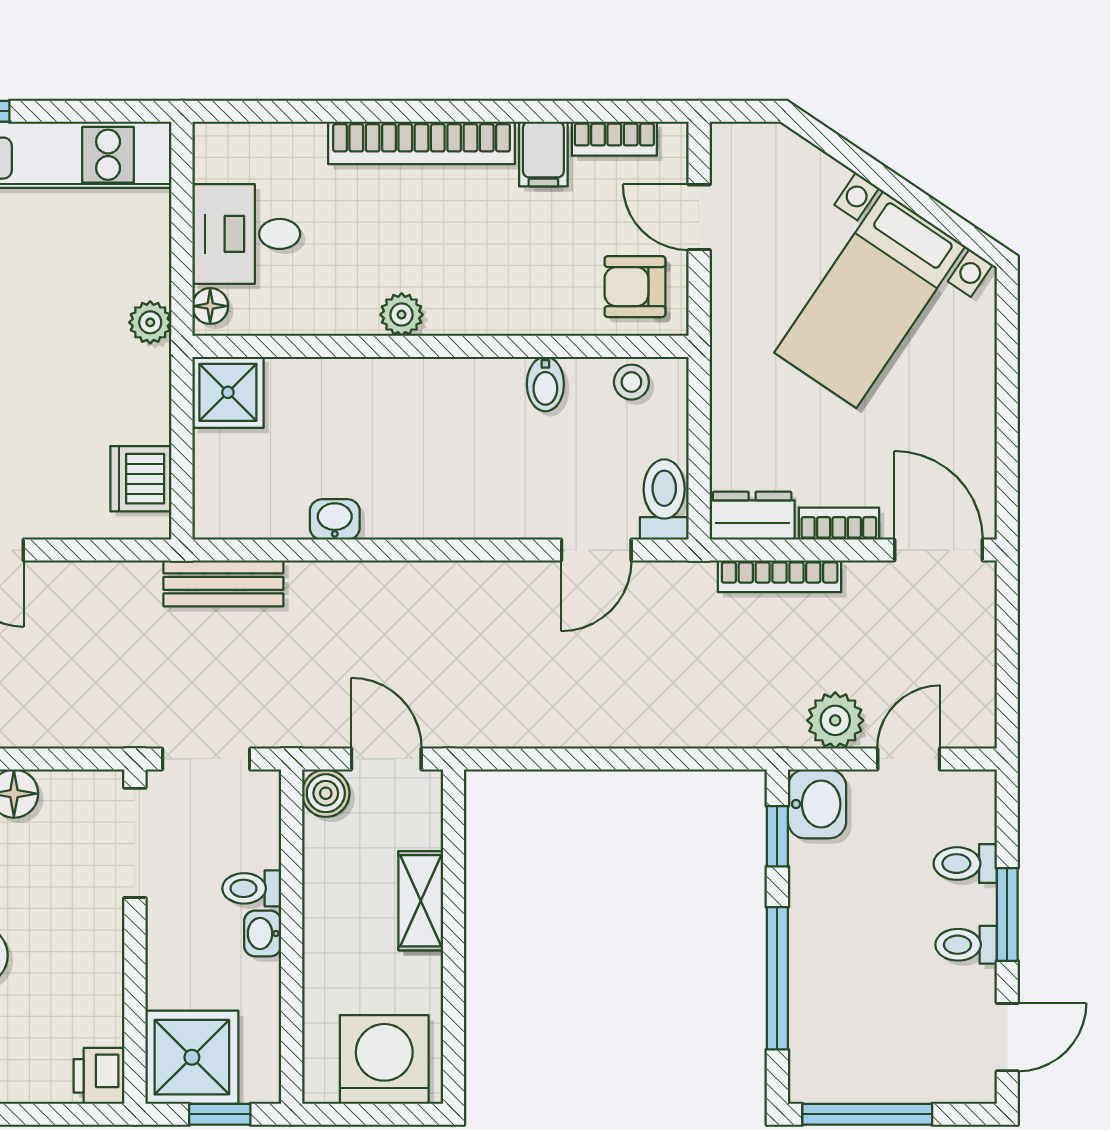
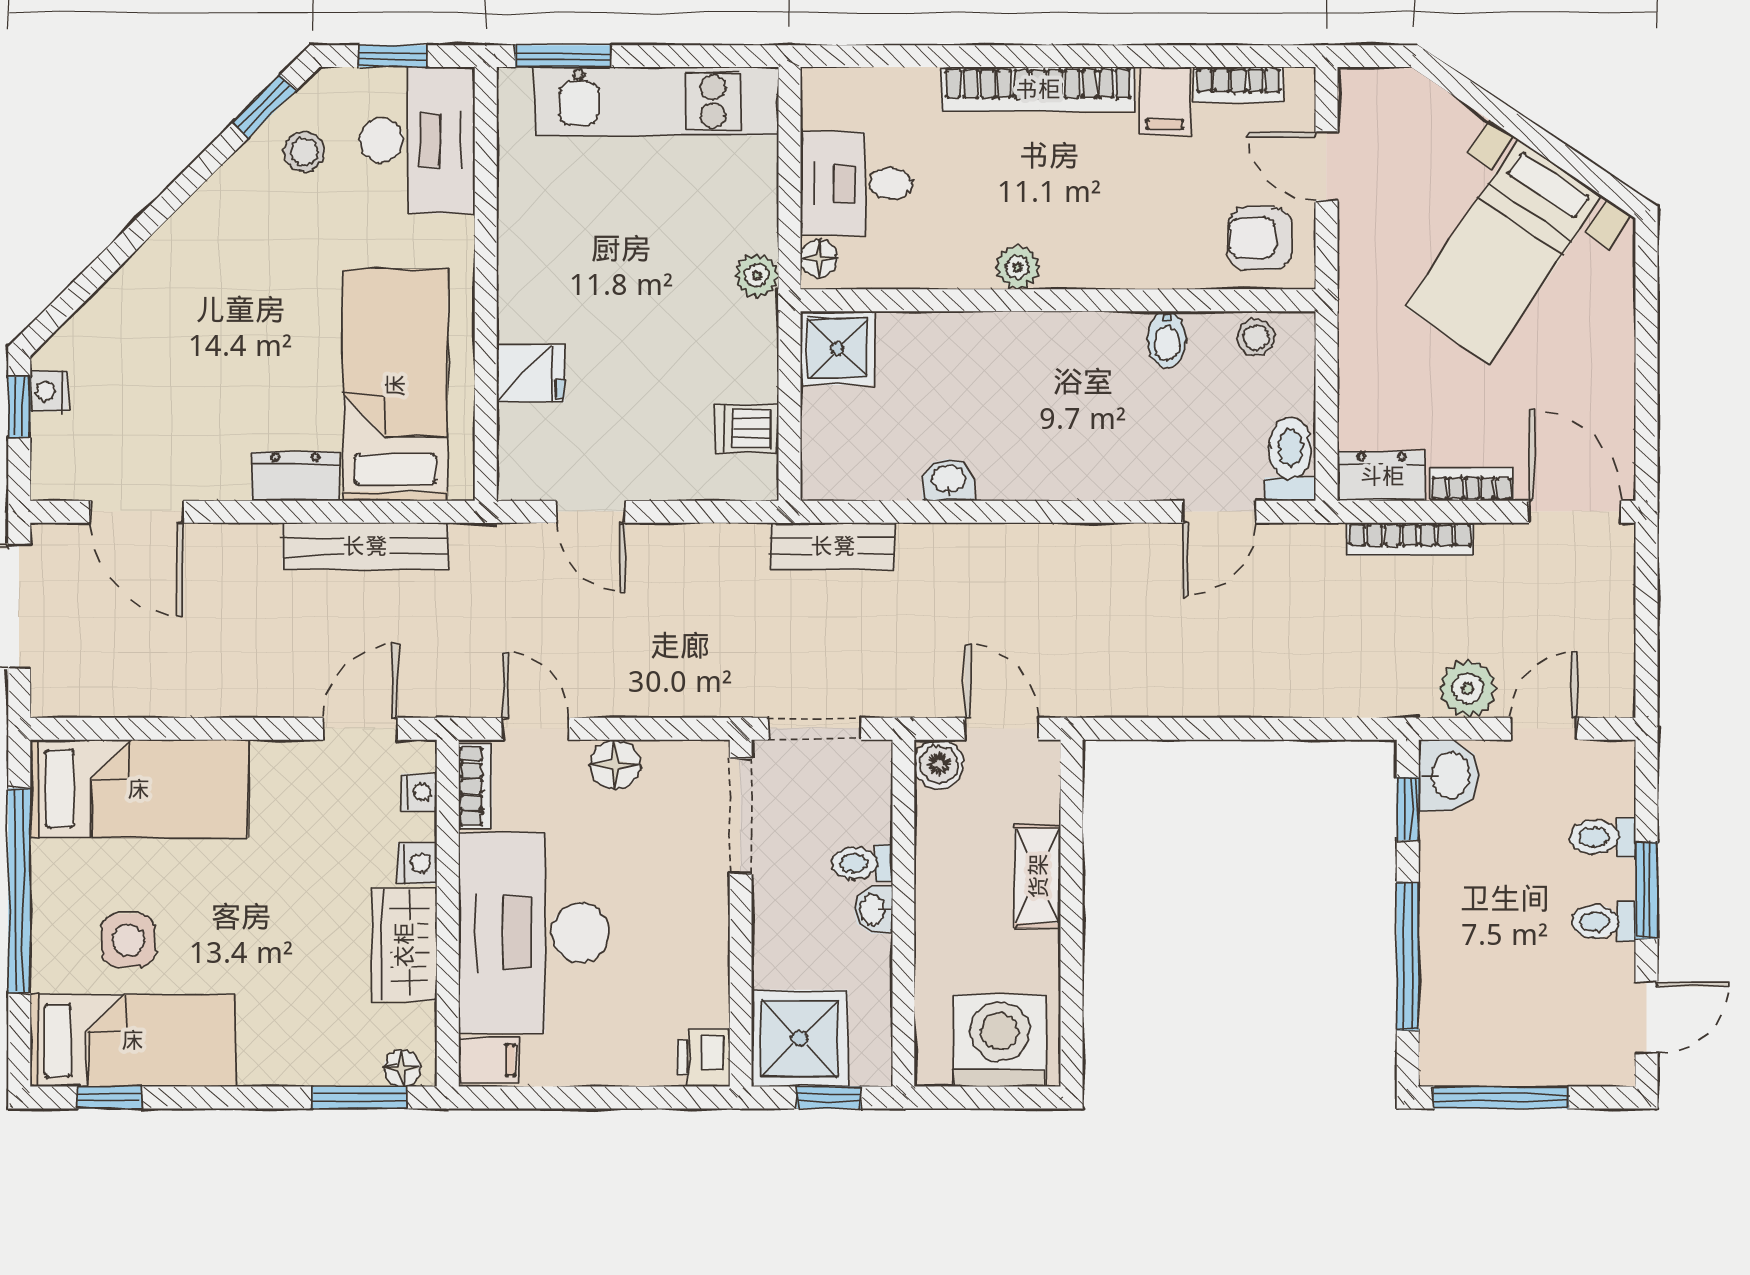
dishwasher: (141, 479) -> (747, 428), width x0.73

